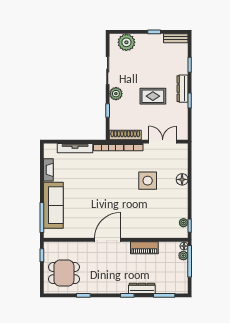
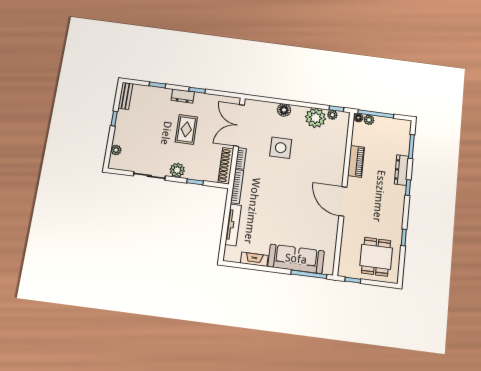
plant: (126, 42) -> (116, 150), width x0.53, depth x0.53
dresser: (183, 89) -> (183, 96), width x0.70
double door: (163, 142) -> (239, 125), width x1.37
plant: (179, 208) -> (316, 118), added

